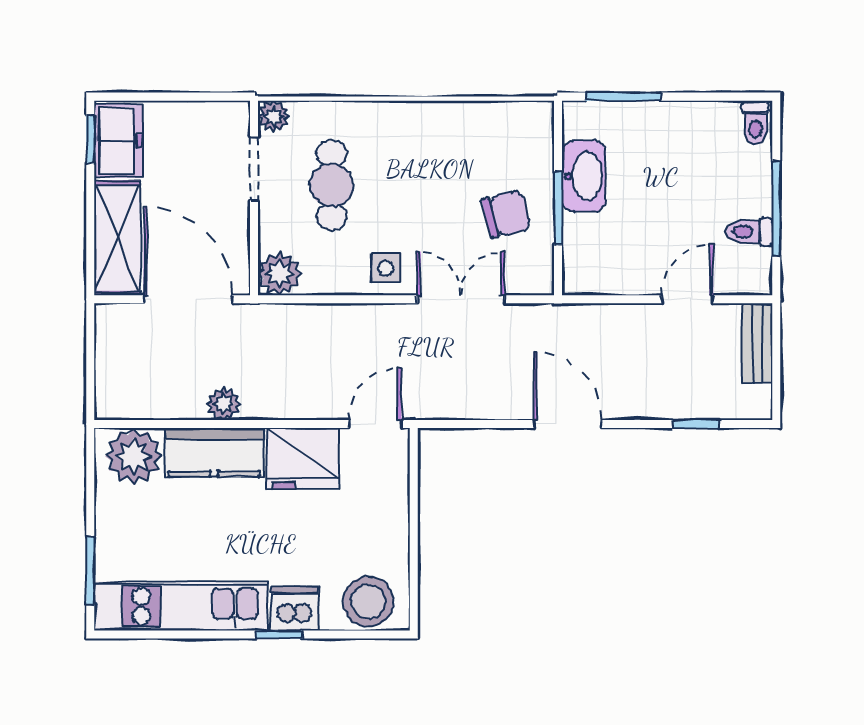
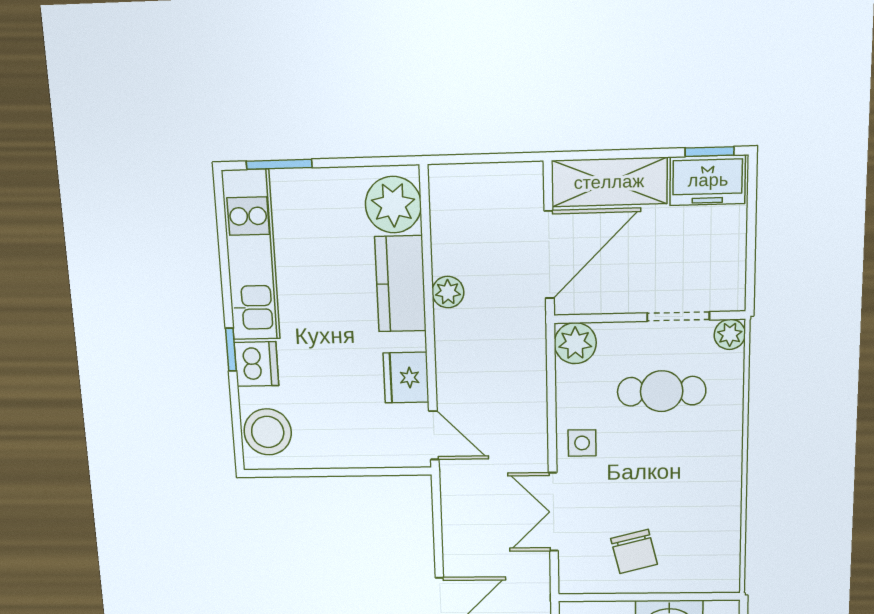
window: (558, 208) -> (639, 597), removed
double door: (461, 299) -> (553, 512), swing flipped
fridge: (303, 459) -> (406, 378), width x0.73, depth x0.75

